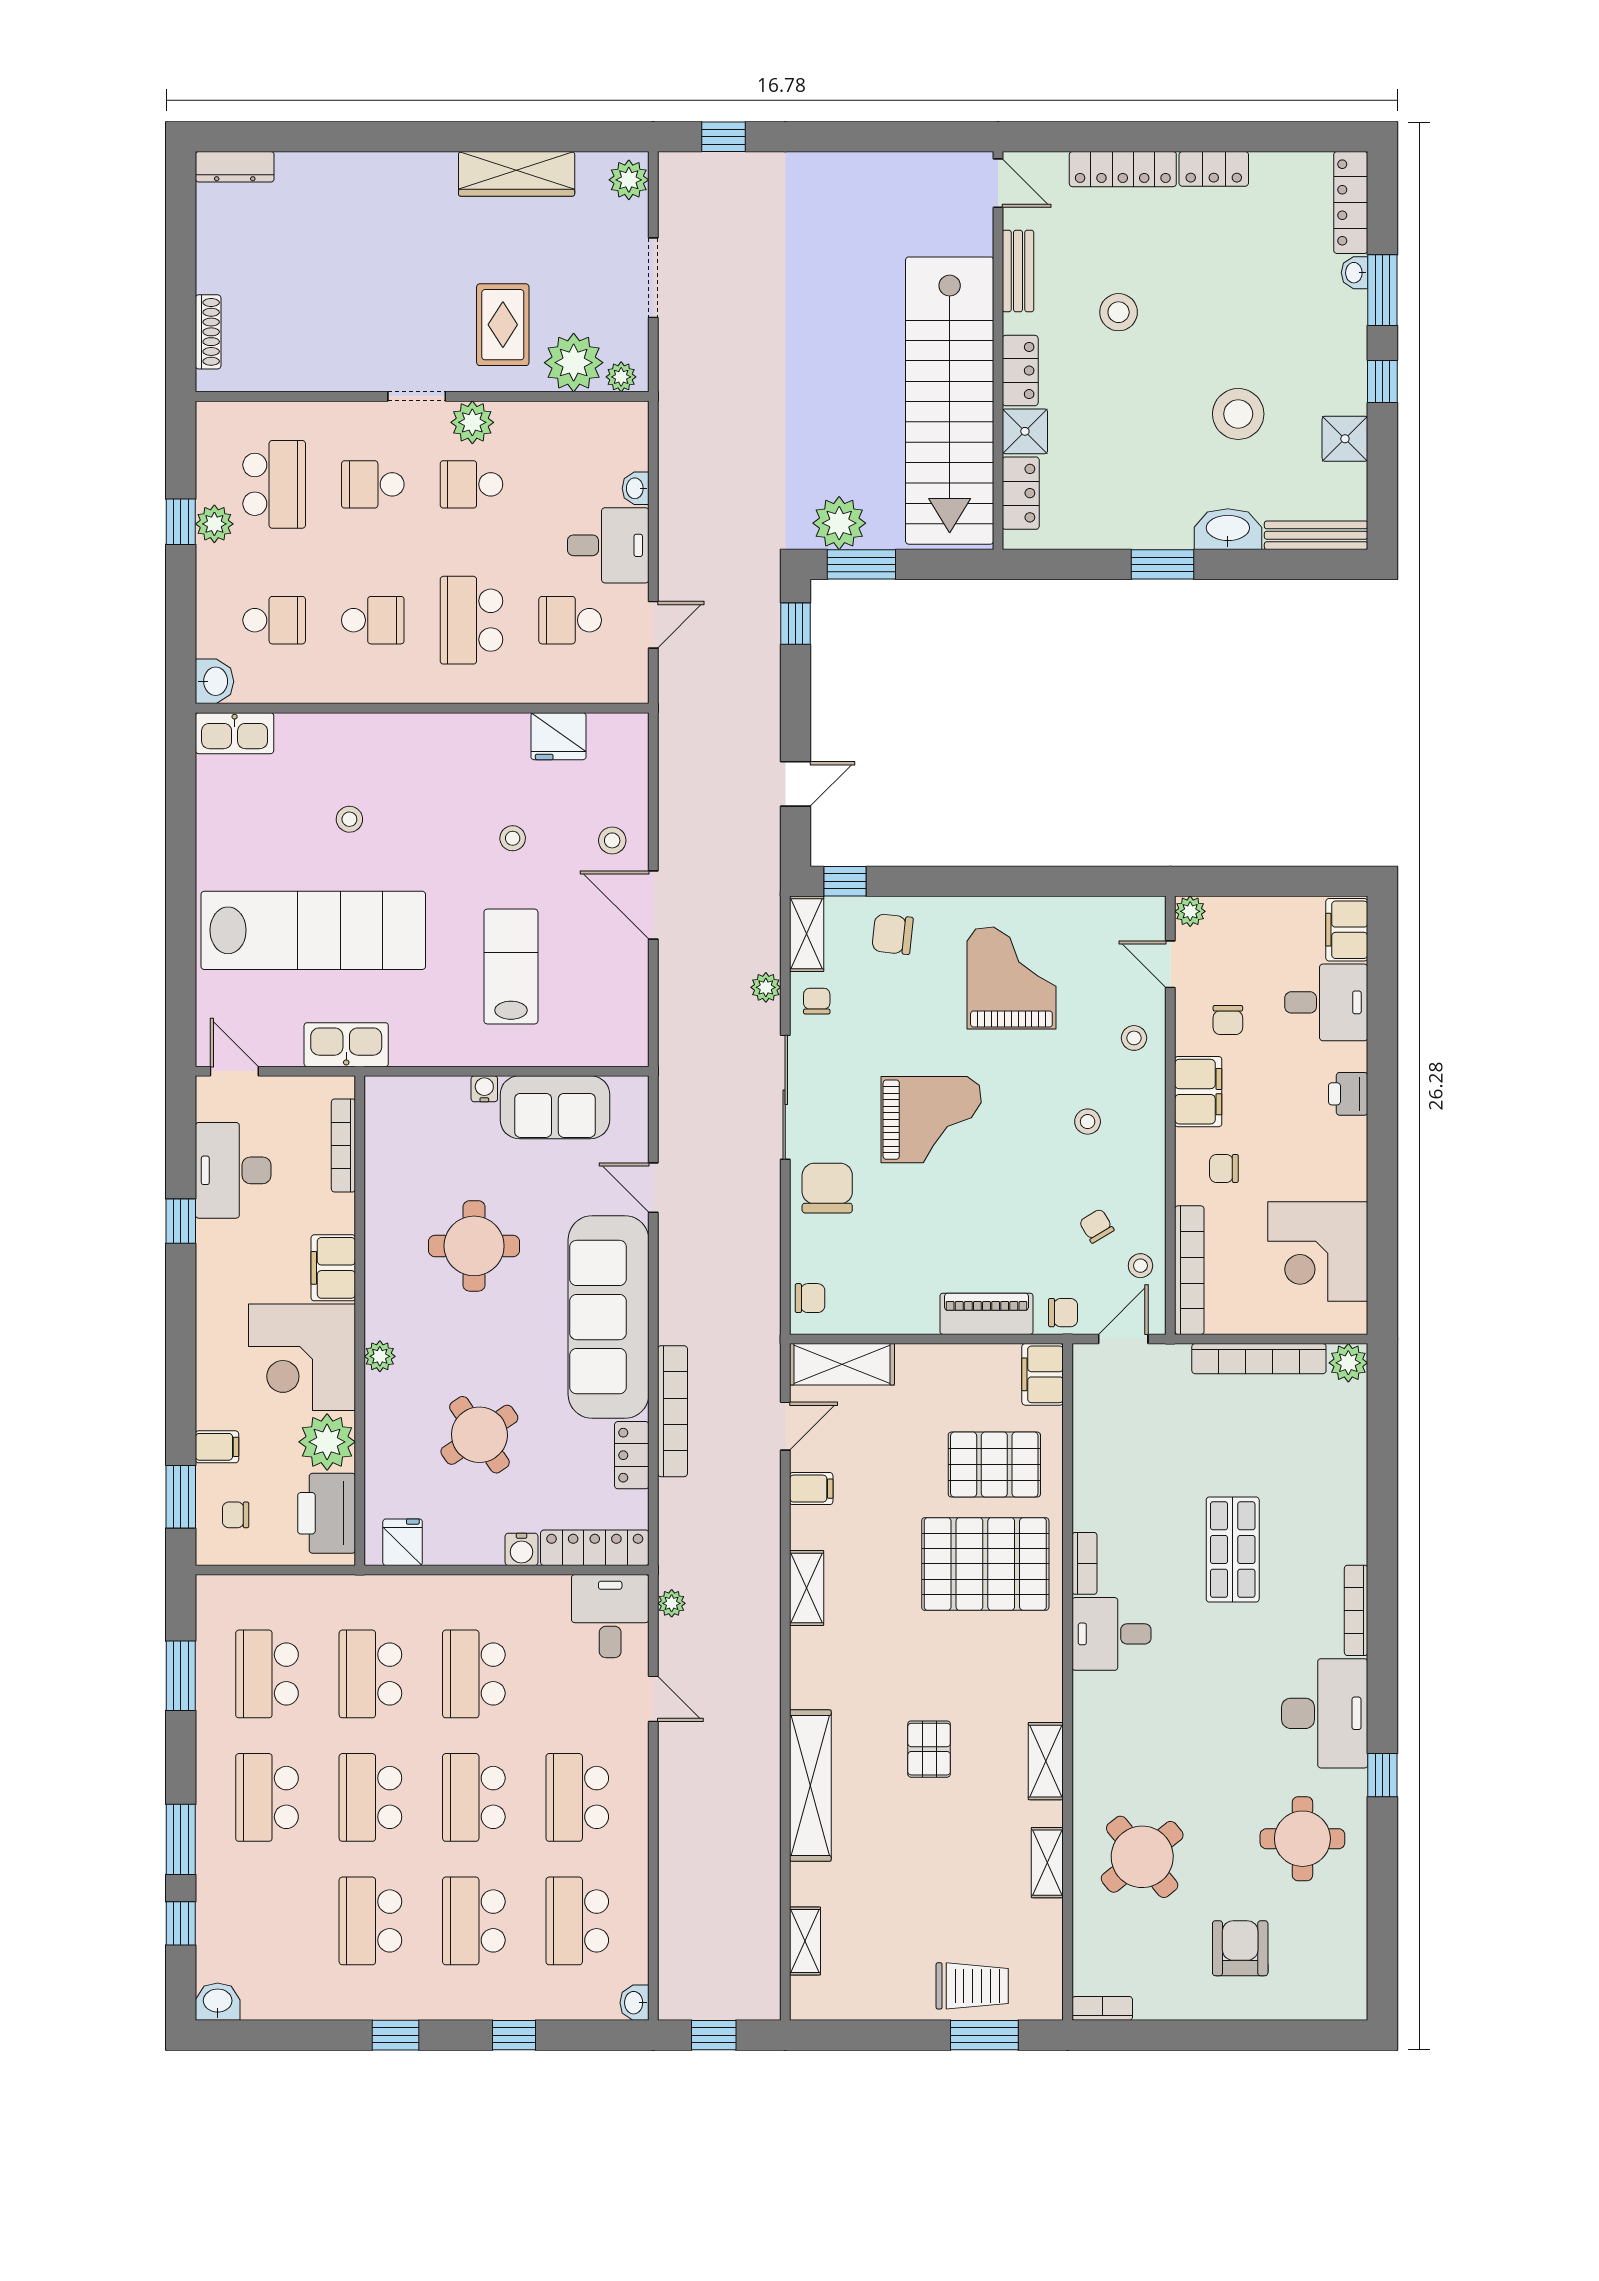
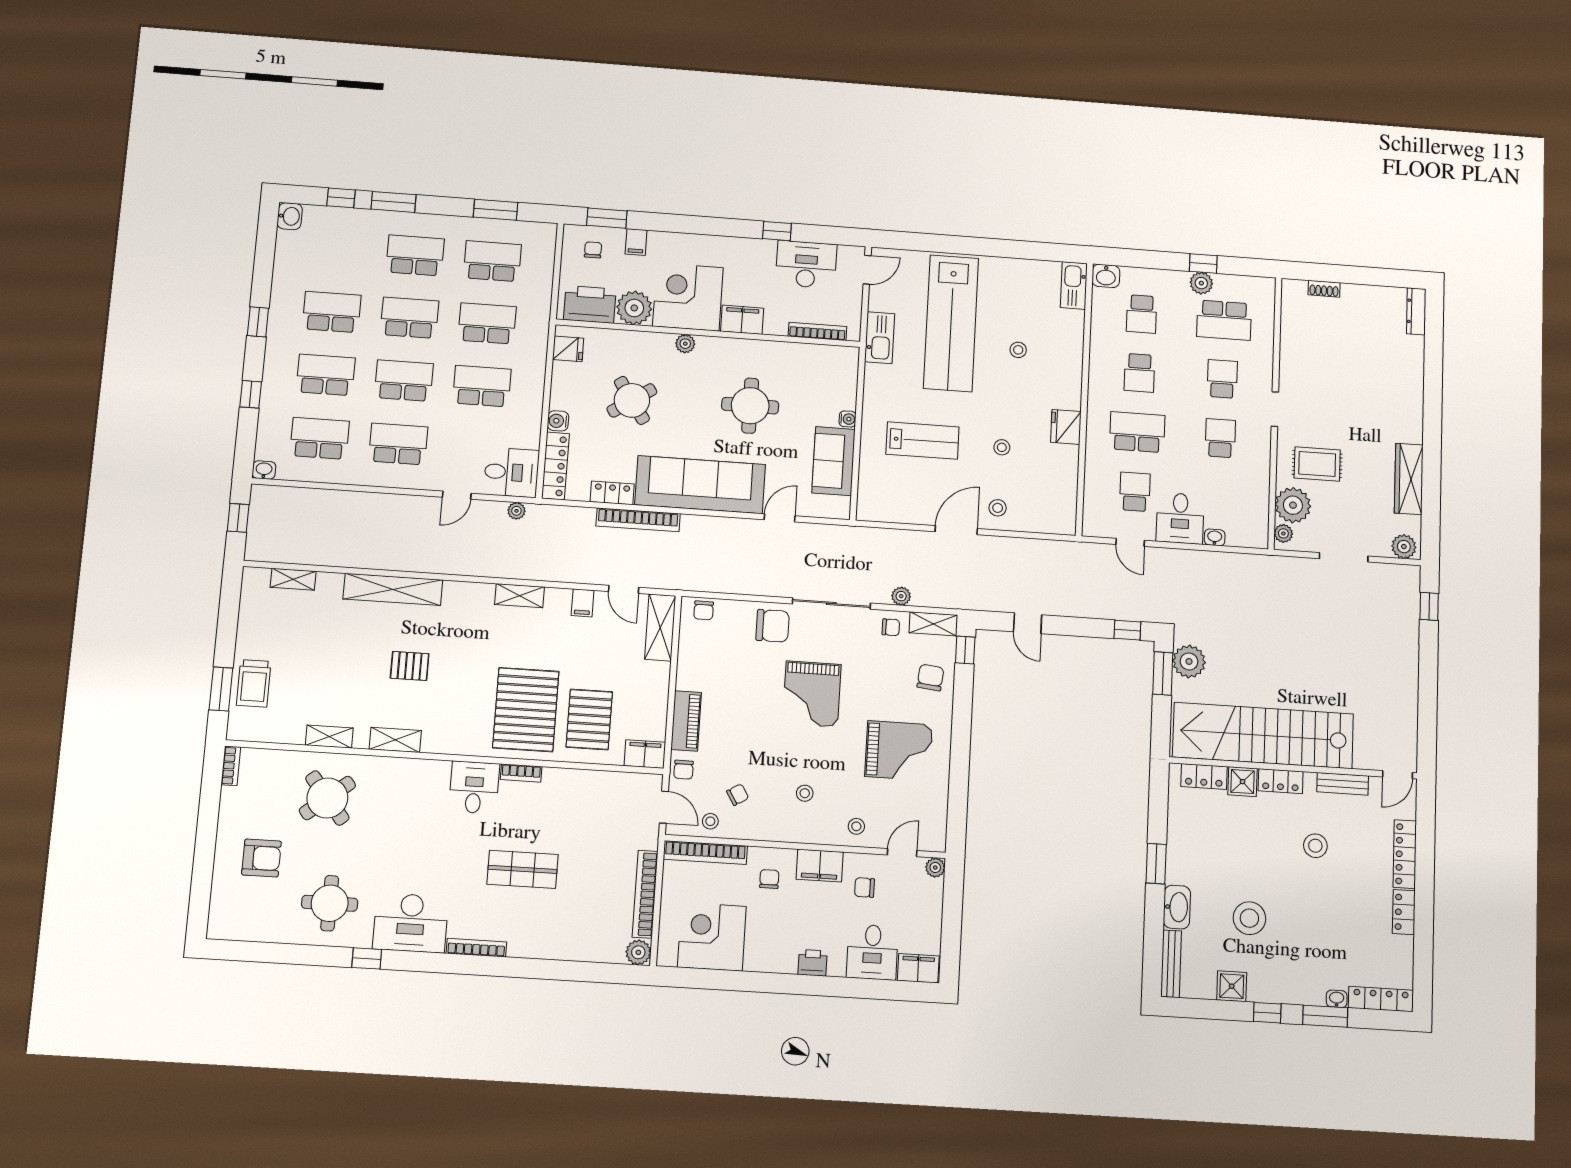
shoe rack: (208, 332) -> (1324, 289), width x0.70
plant: (472, 422) -> (1258, 441), removed
fridge: (558, 736) -> (1066, 427), moved

